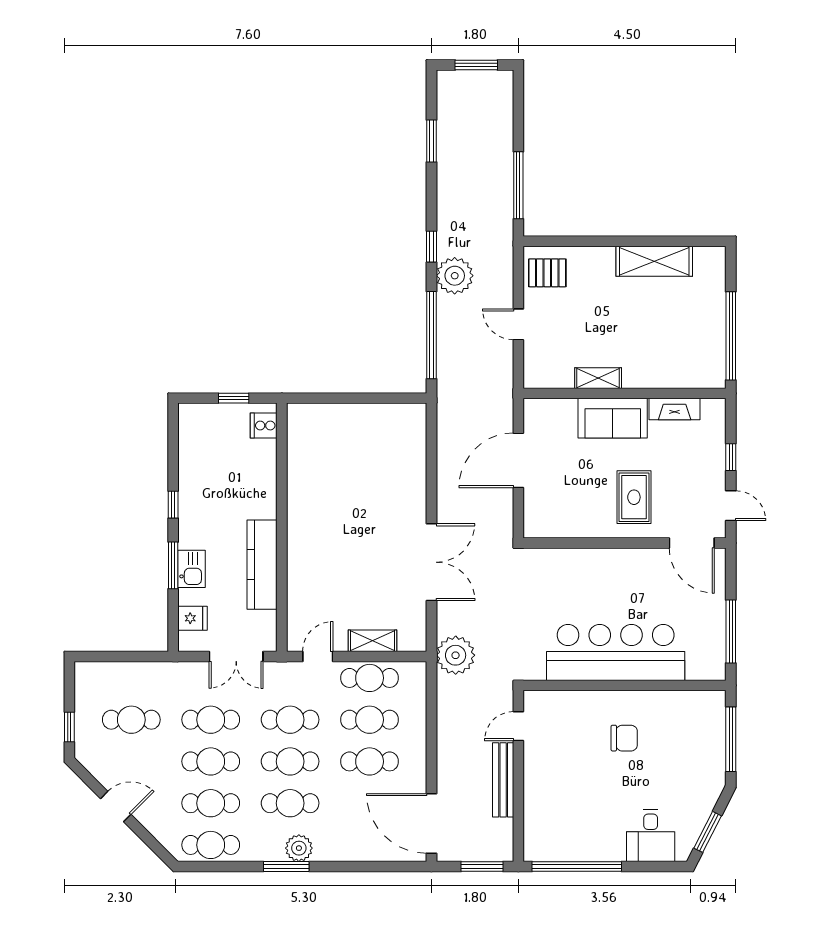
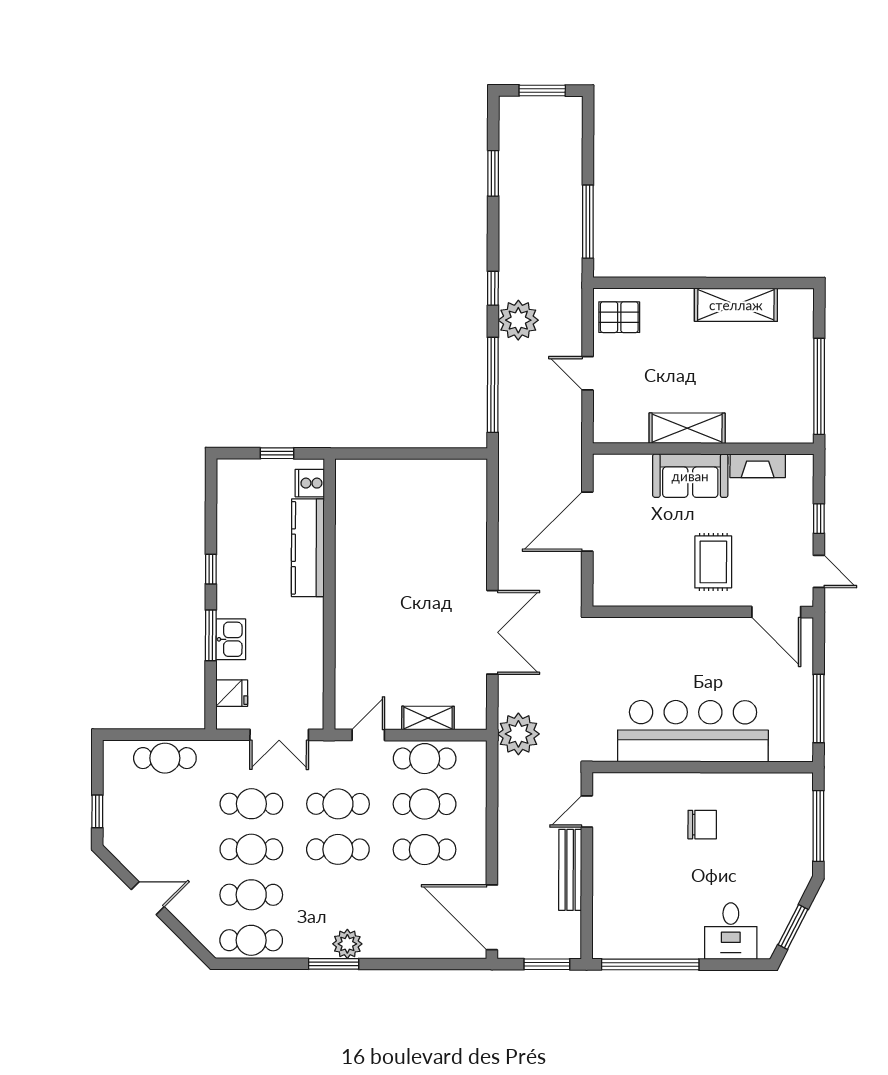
shelving: (598, 378) -> (687, 428), width x1.50, depth x1.33
kitchen counter: (262, 565) -> (308, 548), moved
cafe table: (131, 720) -> (165, 758), moved
cafe table: (290, 803) -> (338, 895), removed

